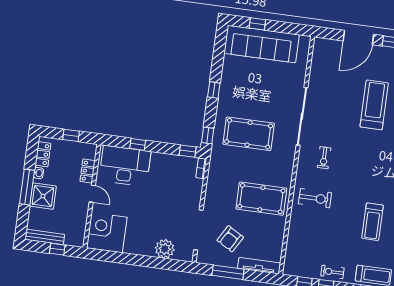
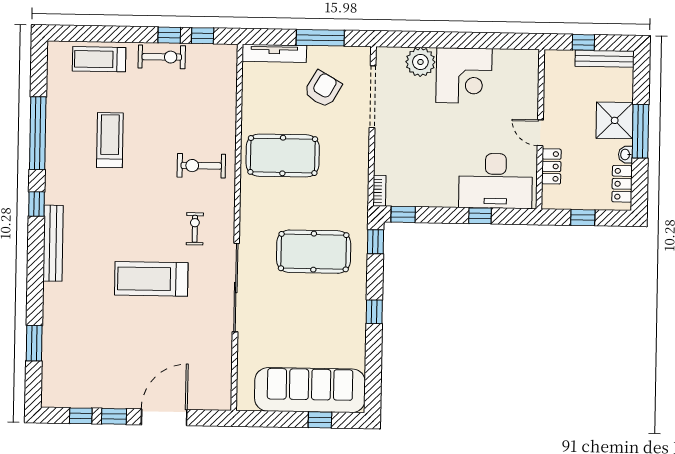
treadmill: (374, 105) -> (151, 279), moved, turned 90
corner desk: (107, 233) -> (464, 76), moved
exercise bike: (332, 272) -> (162, 57), width x1.38, depth x1.39

